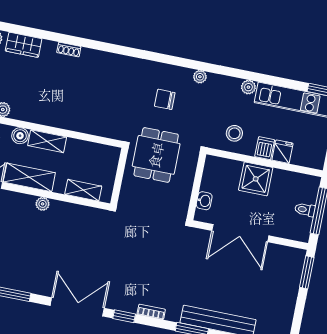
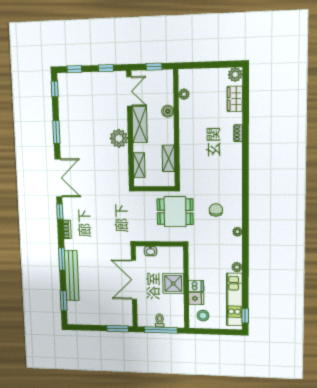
stool: (234, 133) -> (203, 316), moved
shelving: (47, 141) -> (168, 158), moved
plant: (43, 204) -> (119, 138), width x1.87, depth x1.87

